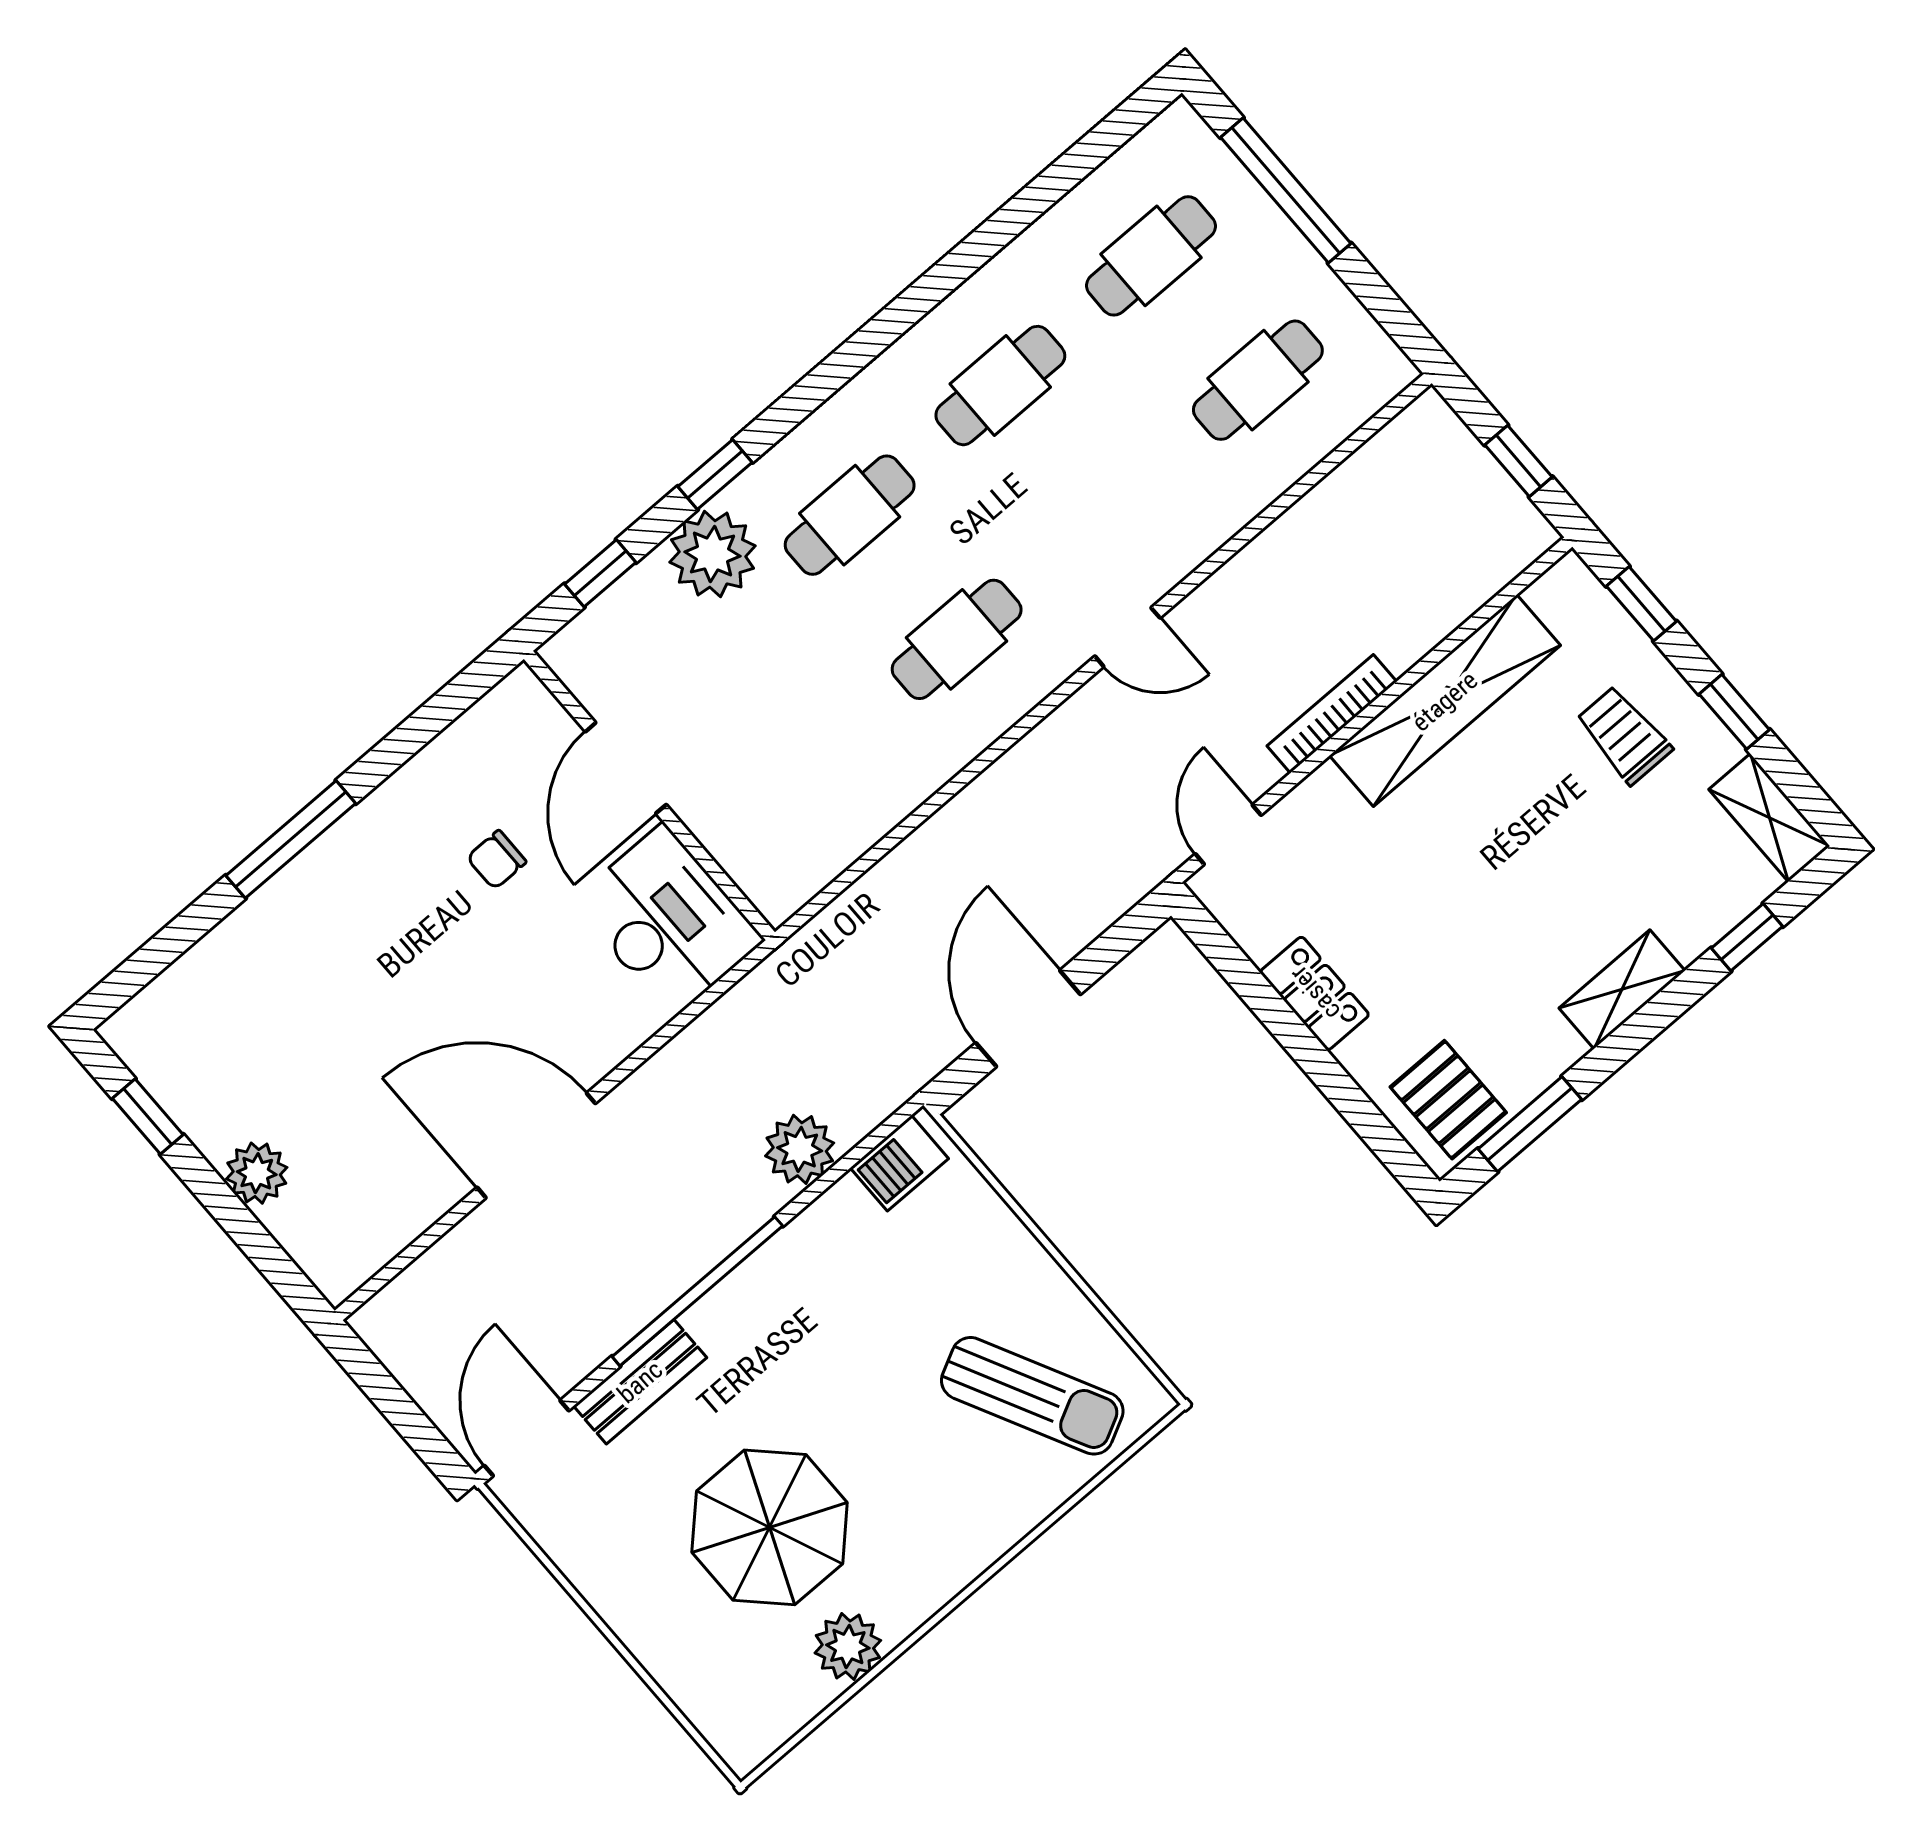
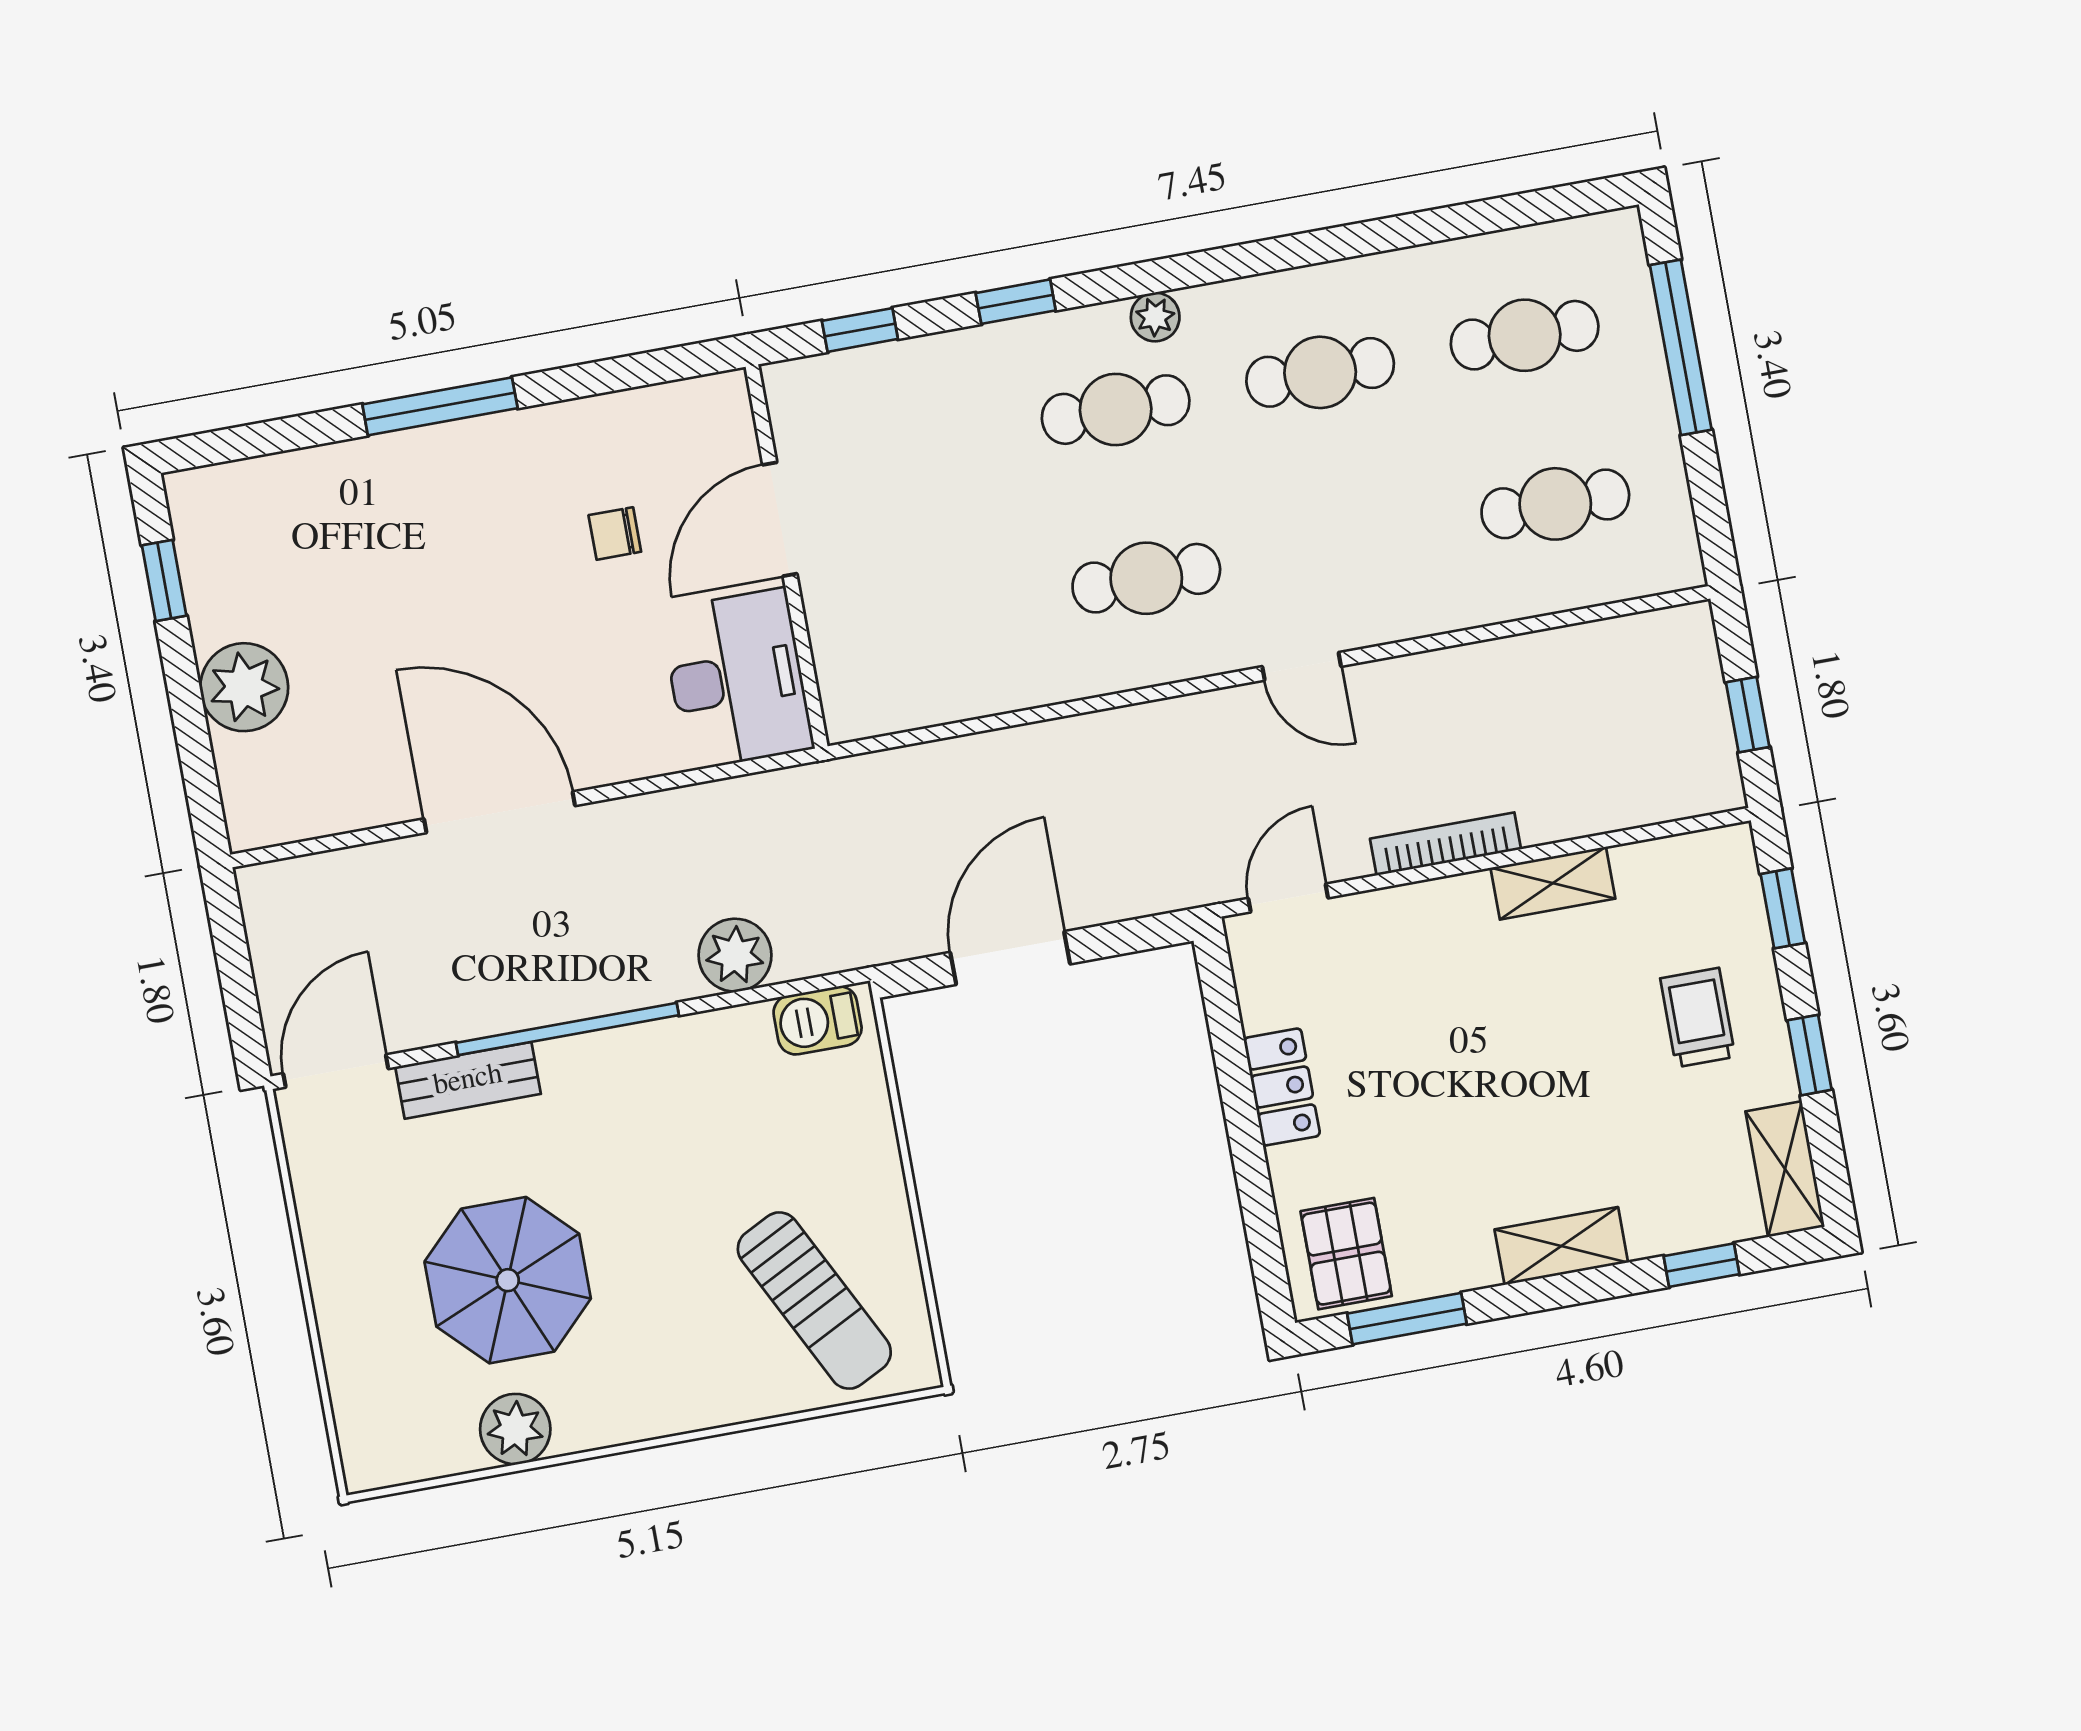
plant: (712, 554) -> (1155, 317), moved, width x0.53, depth x0.53
shelving: (1445, 701) -> (1553, 883), width x0.45, depth x0.75
plant: (257, 1173) -> (244, 687), width x1.36, depth x1.36

